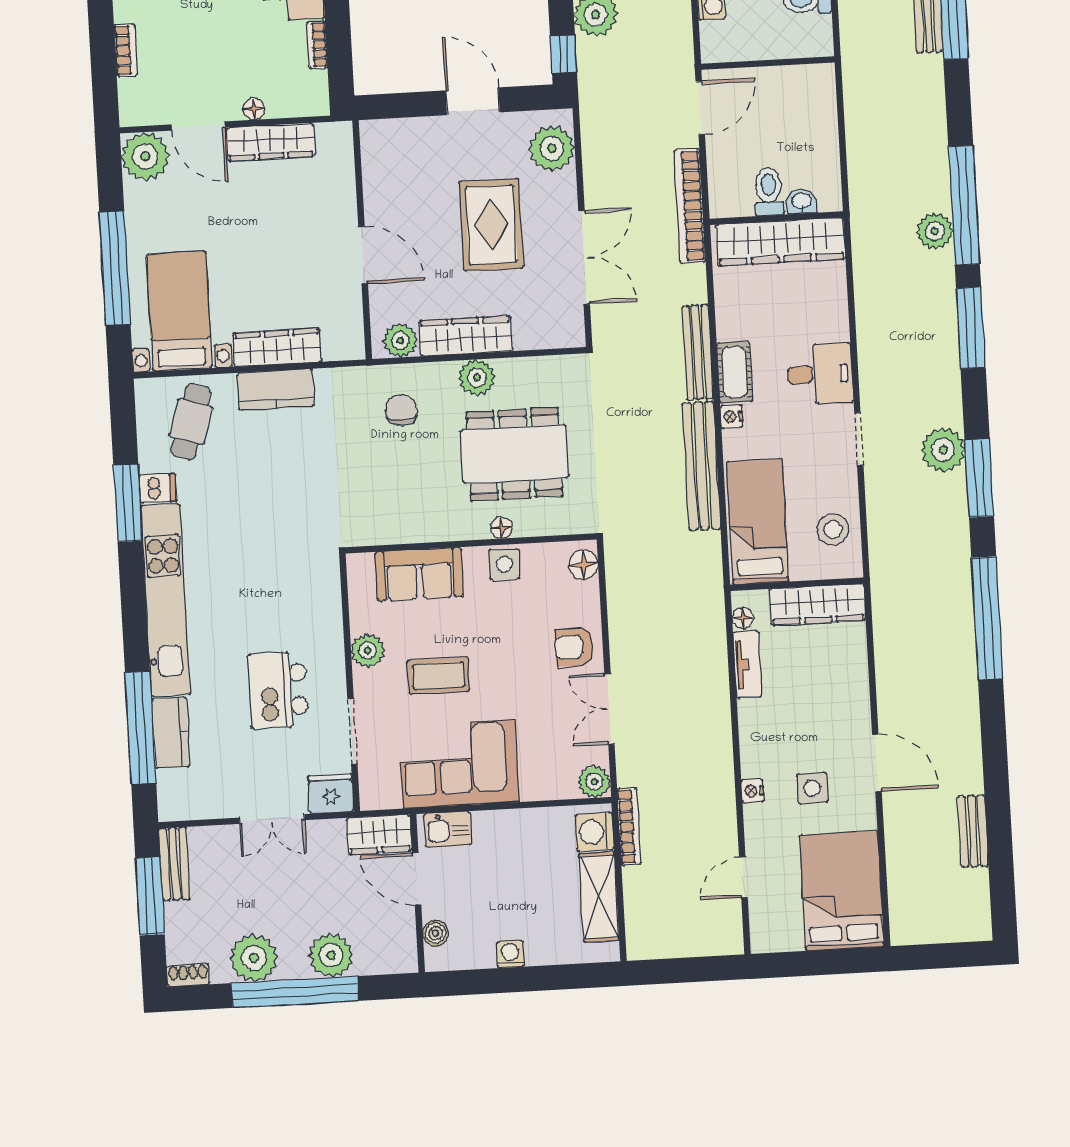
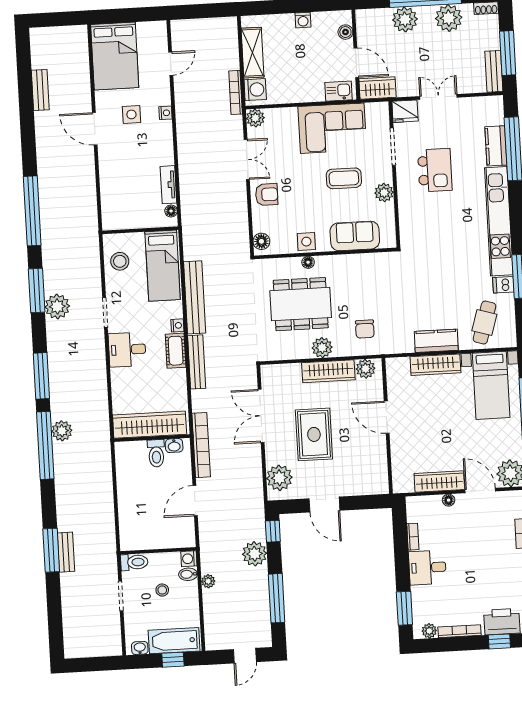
wall: (768, 63) -> (158, 551), moved
washbasin: (801, 201) -> (174, 446), moved
wardrobe: (818, 605) -> (129, 219), removed

